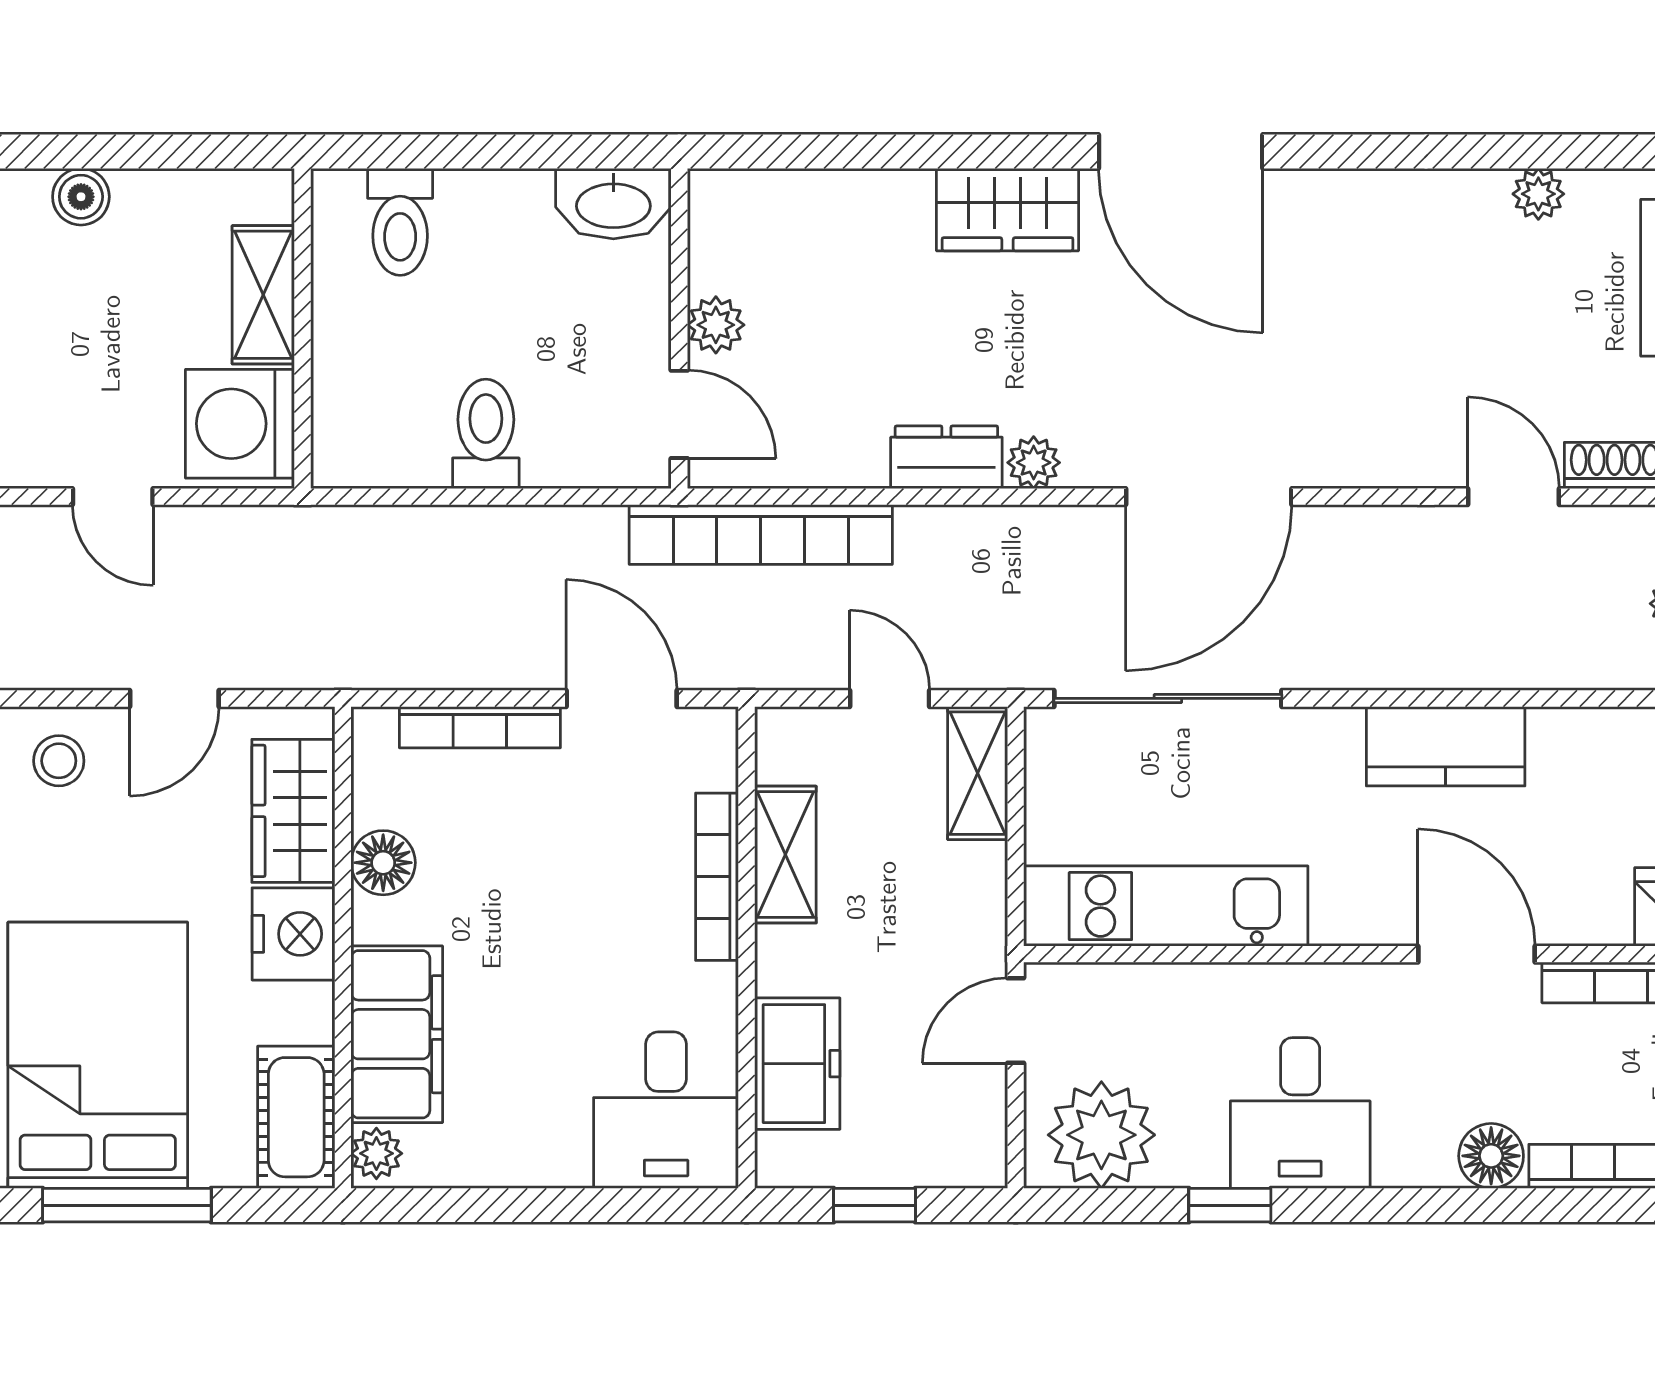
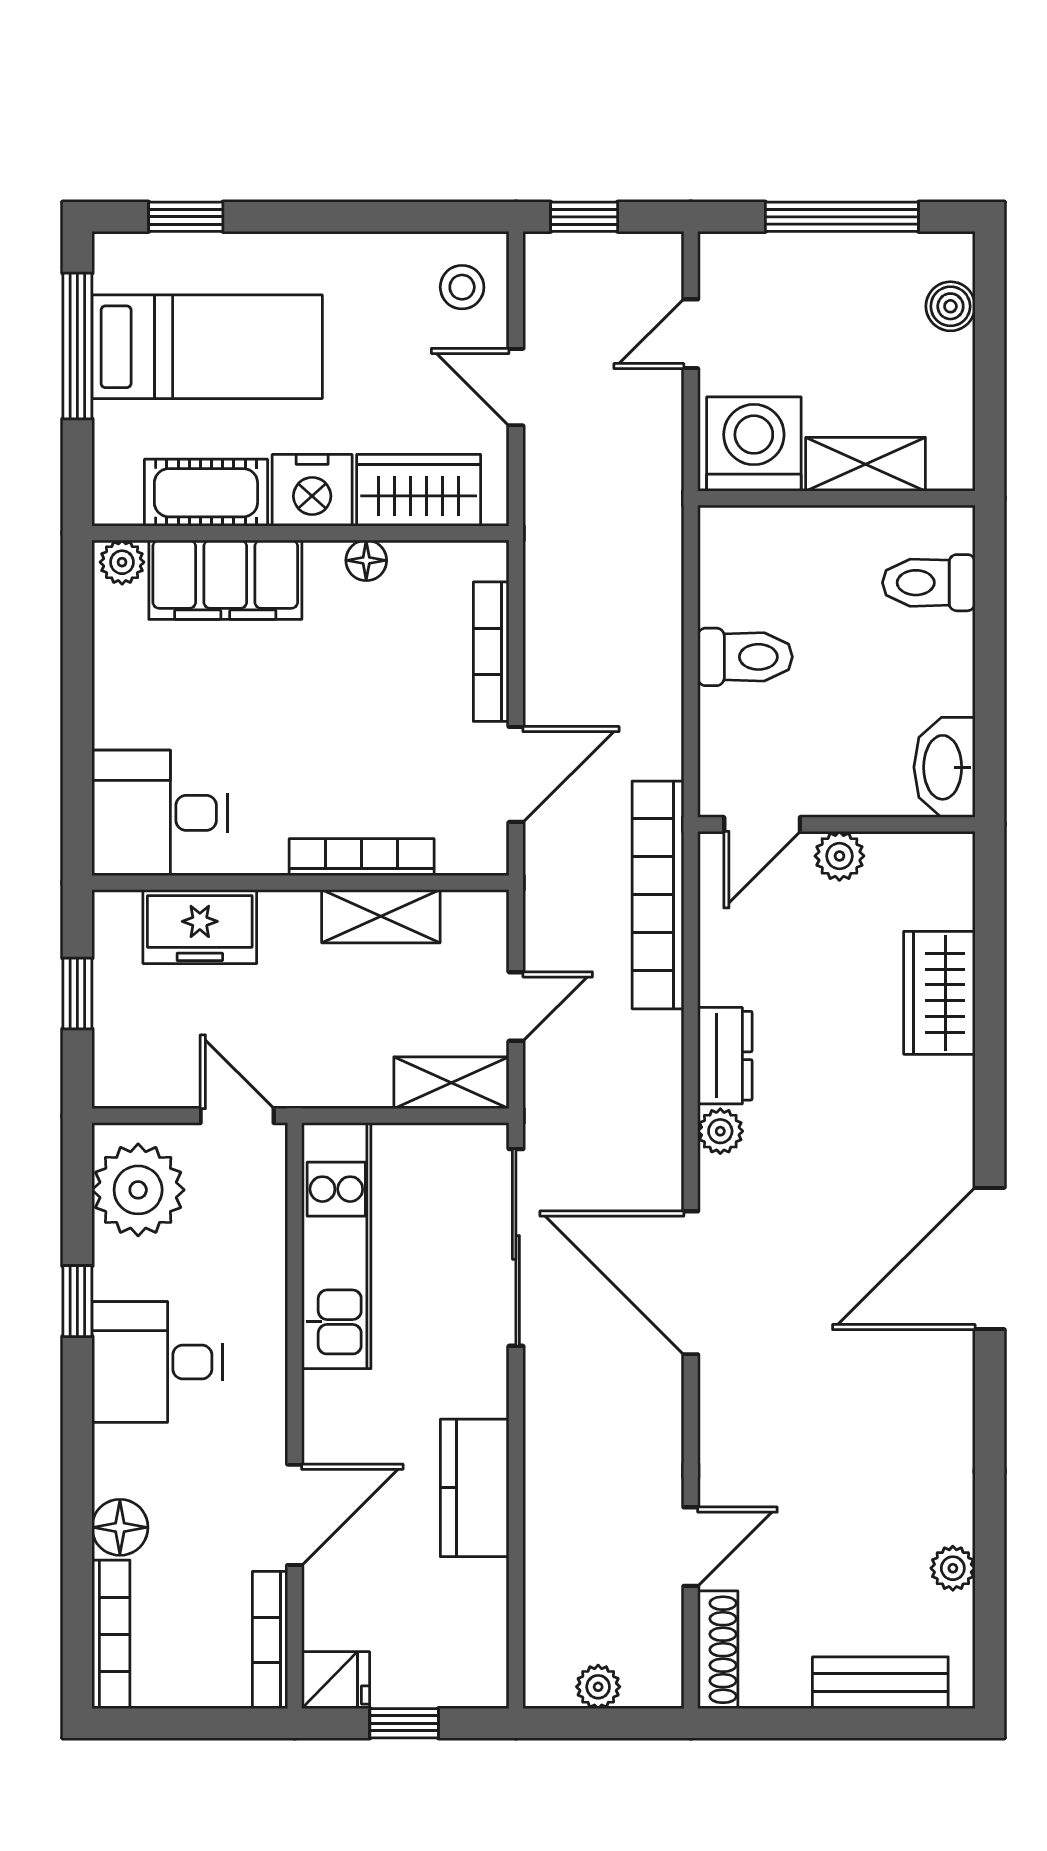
wardrobe: (1007, 210) -> (939, 993), moved
floor lamp: (383, 863) -> (366, 560), width x0.73, depth x0.73
bed: (98, 1055) -> (207, 347), width x0.67
cot: (296, 1117) -> (206, 493), moved

